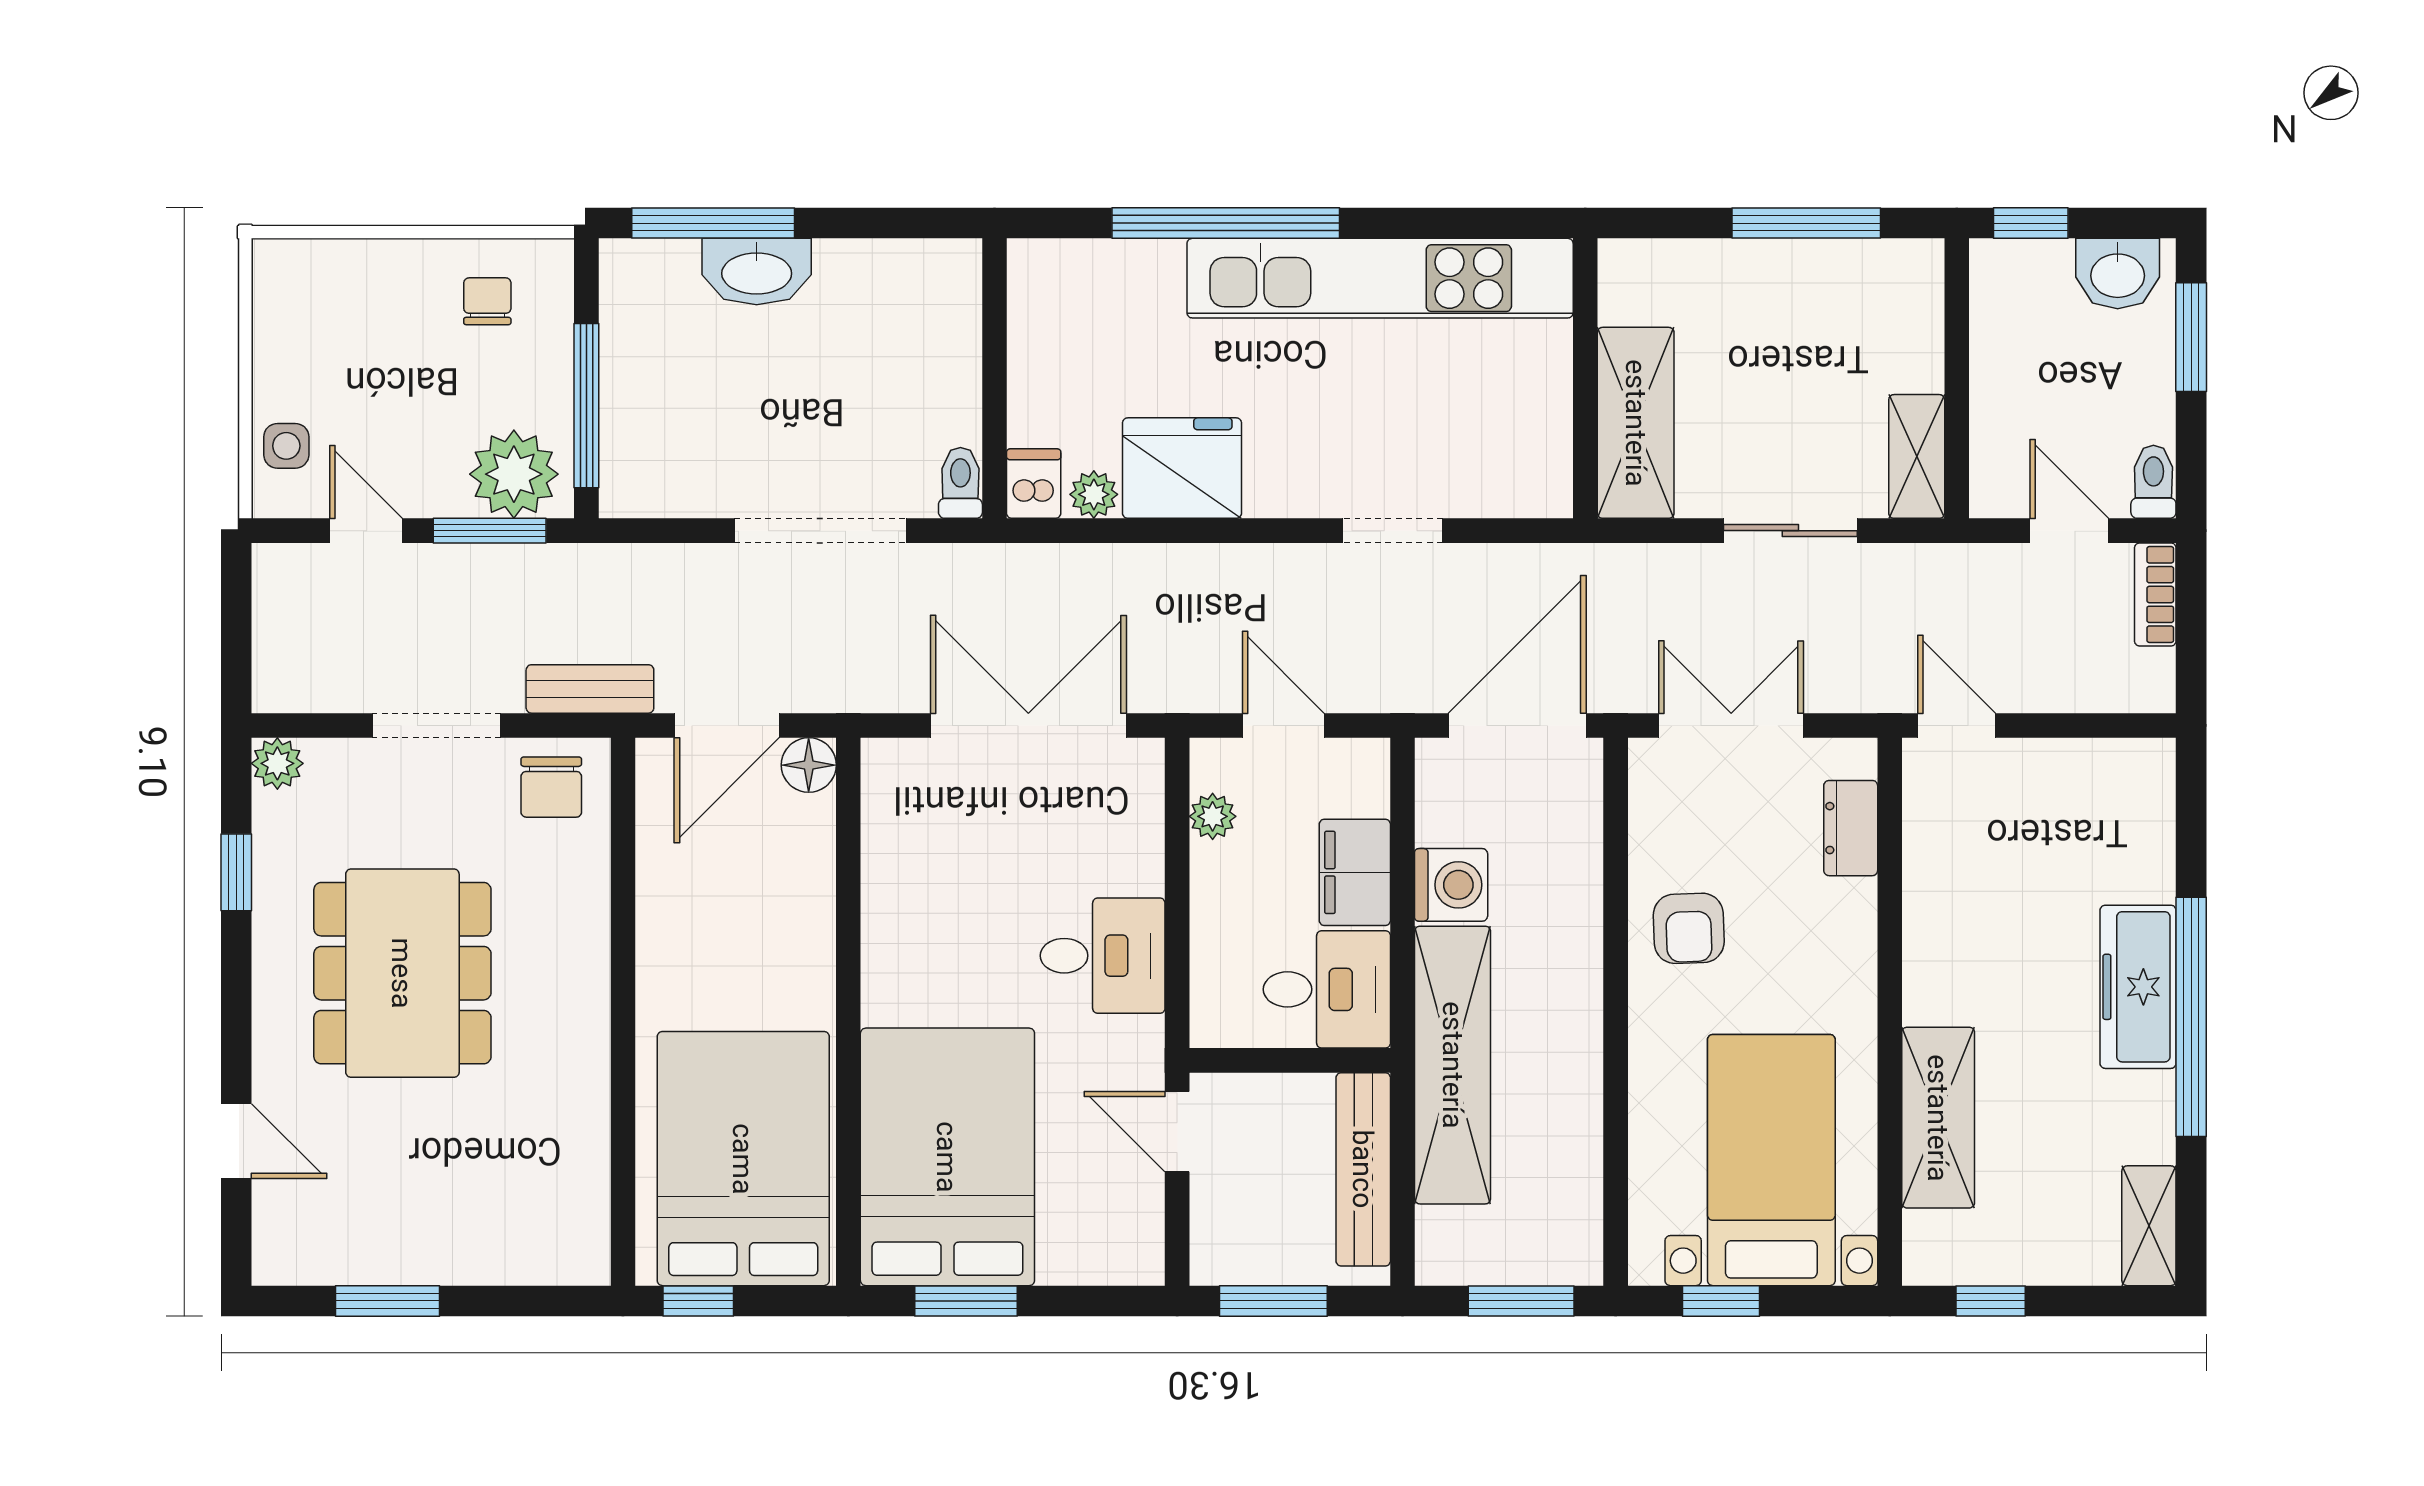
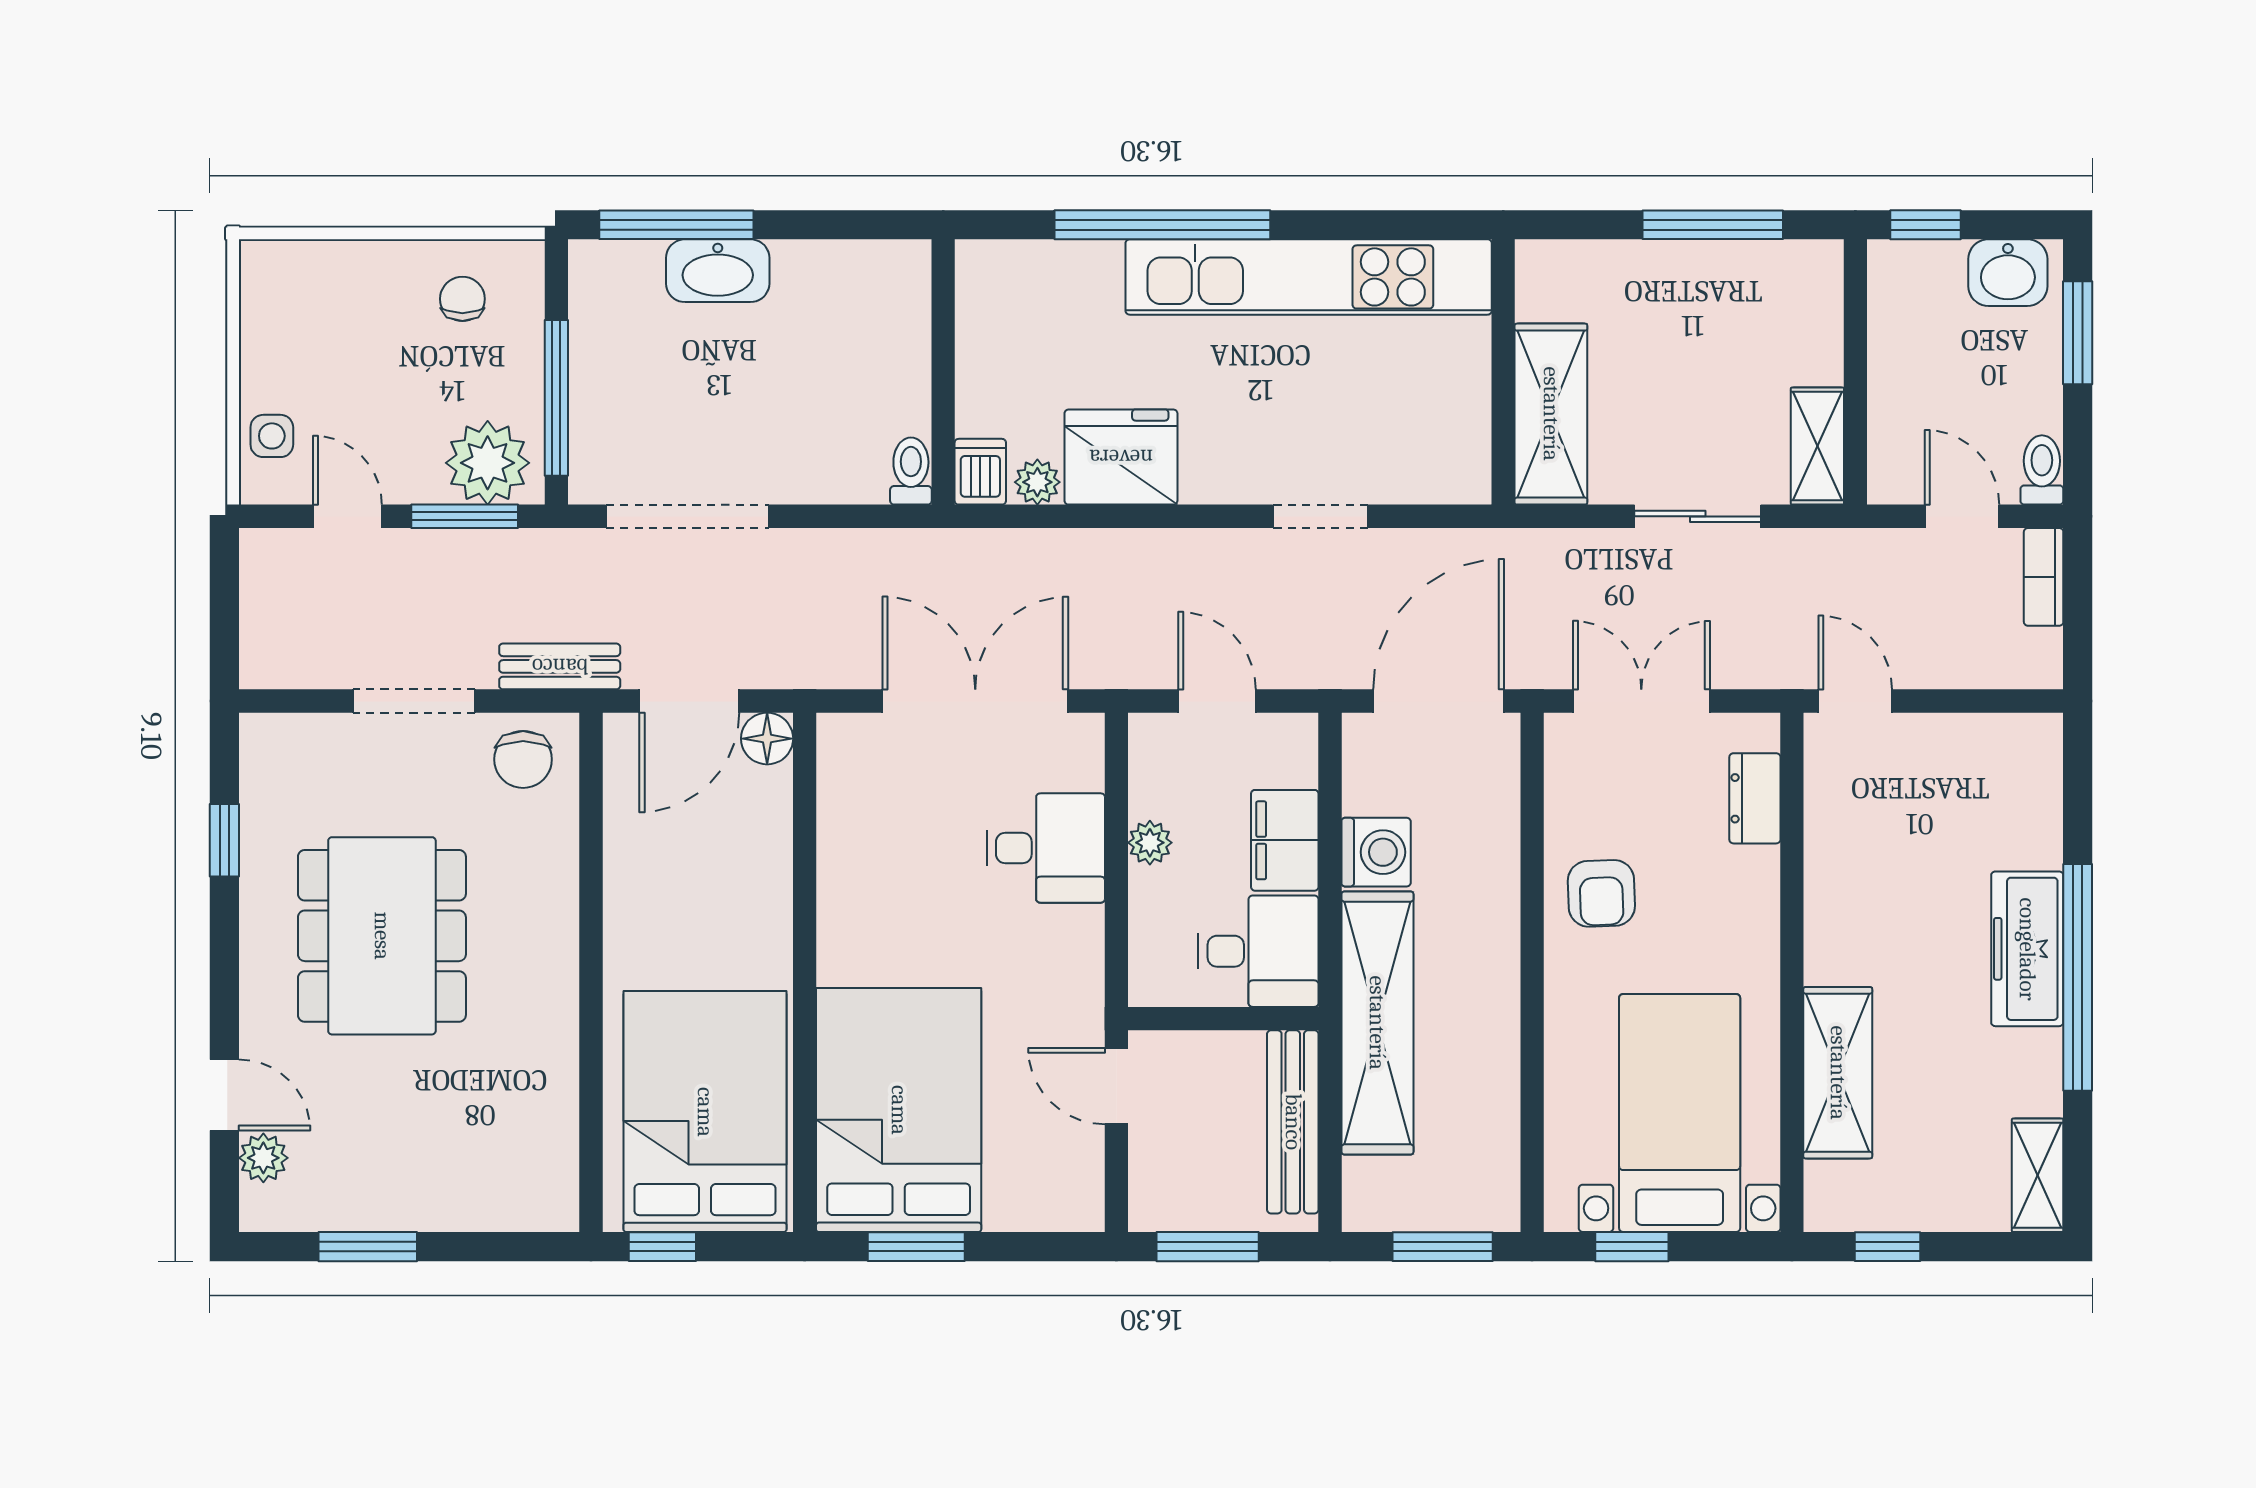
doorway: (821, 531) -> (687, 516), moved
plant: (277, 763) -> (263, 1158), moved
plant: (1213, 816) -> (1150, 843), moved
desk: (1103, 956) -> (1046, 848), moved

